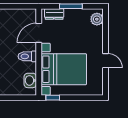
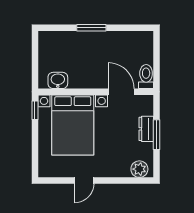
dresser: (54, 14) -> (146, 129), moved
toilet: (27, 56) -> (146, 77), moved

